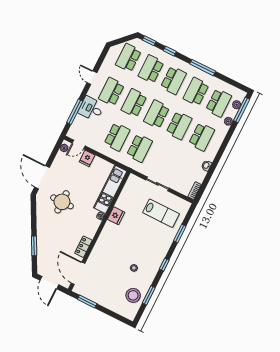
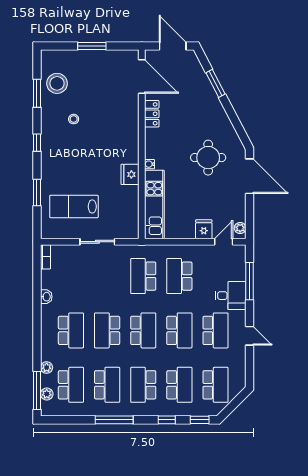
school desk: (219, 103) -> (71, 385), turned 180
school desk: (202, 137) -> (71, 330), turned 180
window: (87, 302) -> (92, 46), moved

